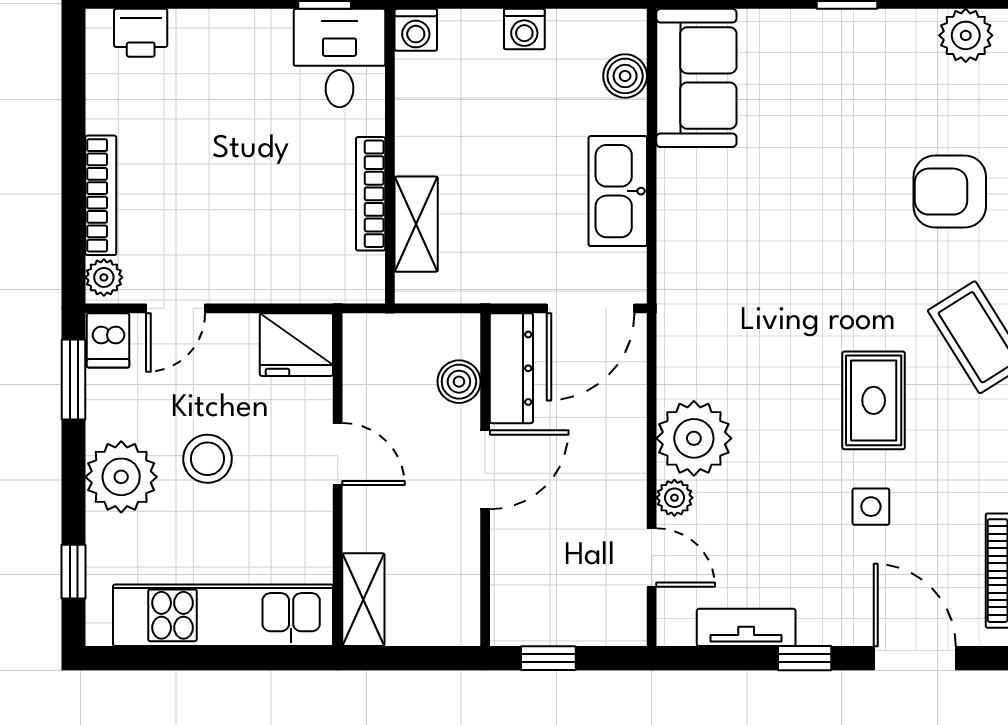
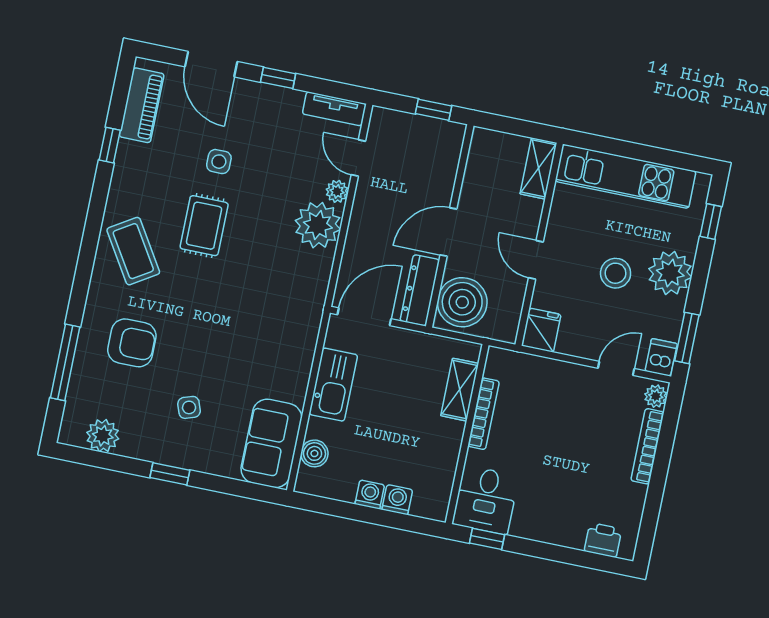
washing machine: (416, 30) -> (397, 500), moved
side table: (838, 108) -> (189, 407), added
fridge: (296, 345) -> (541, 330), width x0.72
boiler: (459, 382) -> (462, 302), width x1.86, depth x1.86
tv unit: (746, 627) -> (334, 109), moved

